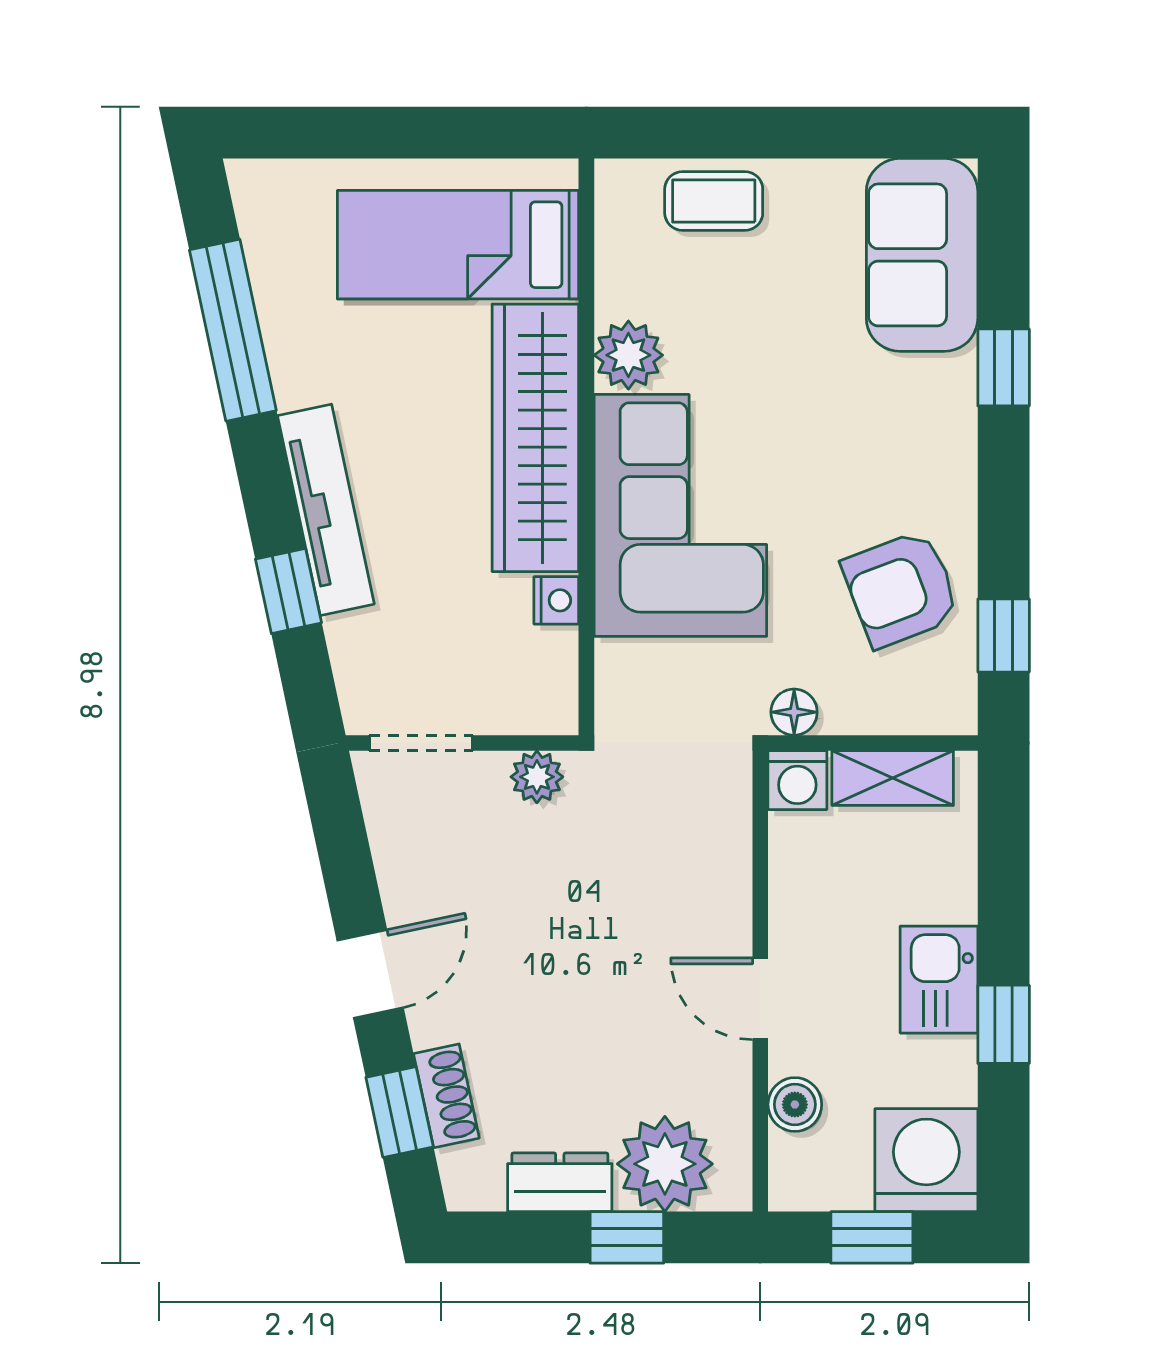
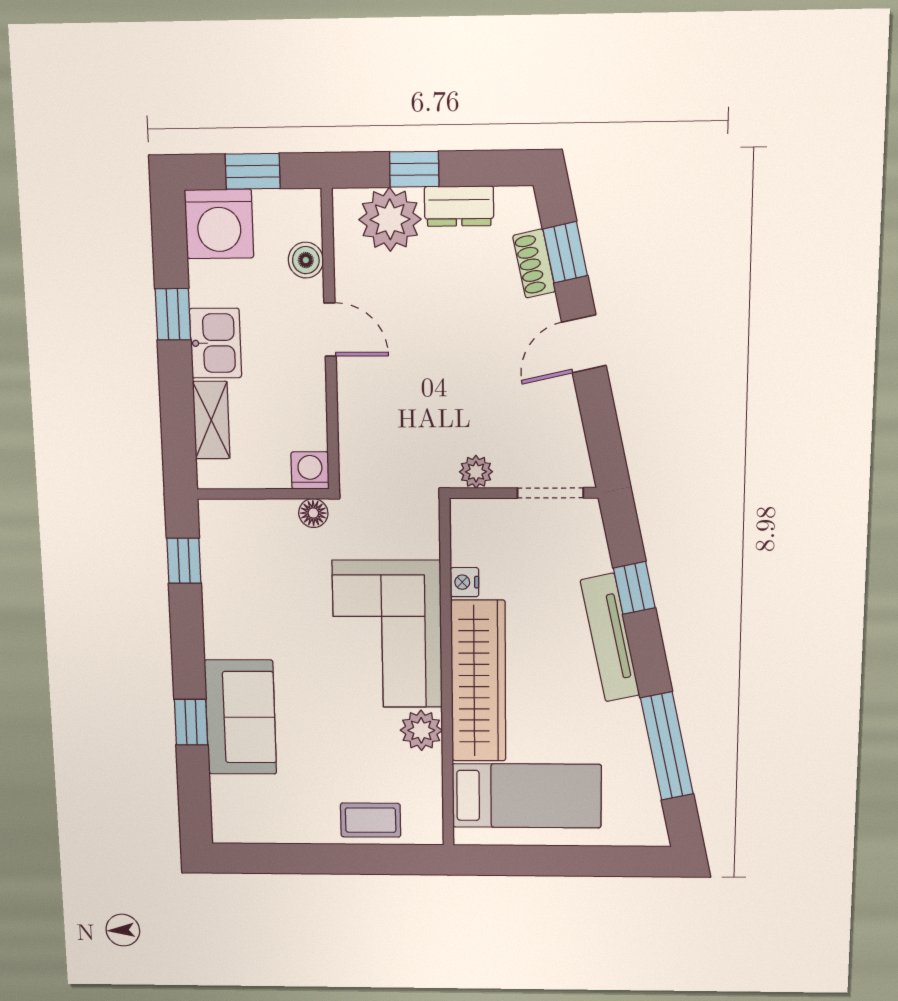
sofa: (922, 255) -> (241, 717), moved
armchair: (901, 589) -> (249, 589), removed
shelving: (893, 778) -> (211, 420), moved, turned 90

